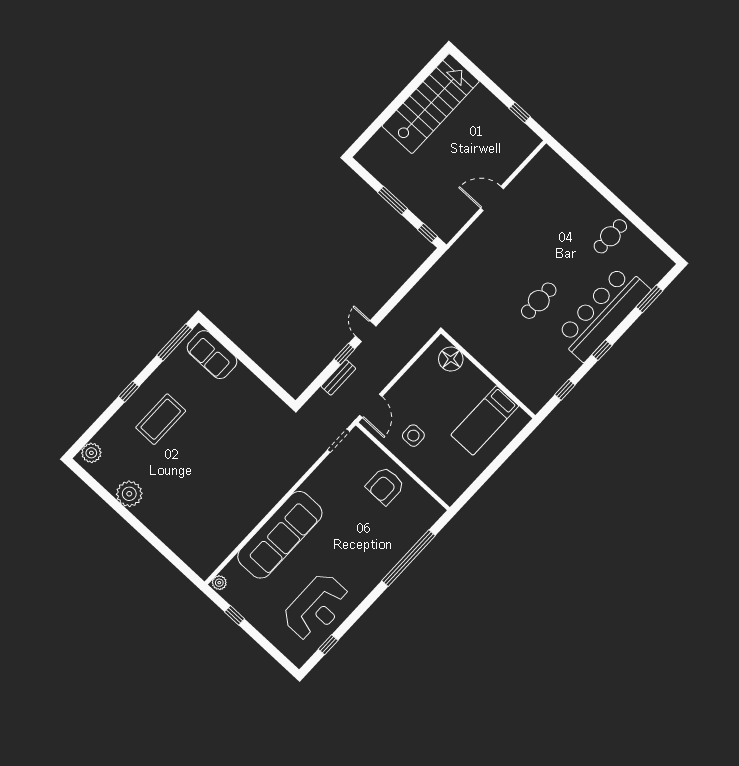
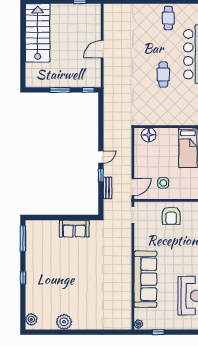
door: (366, 331) -> (101, 157), swing flipped
sofa: (212, 355) -> (74, 229), moved
door: (371, 406) -> (133, 187), hinge flipped
coffee table: (161, 419) -> (48, 277), removed

